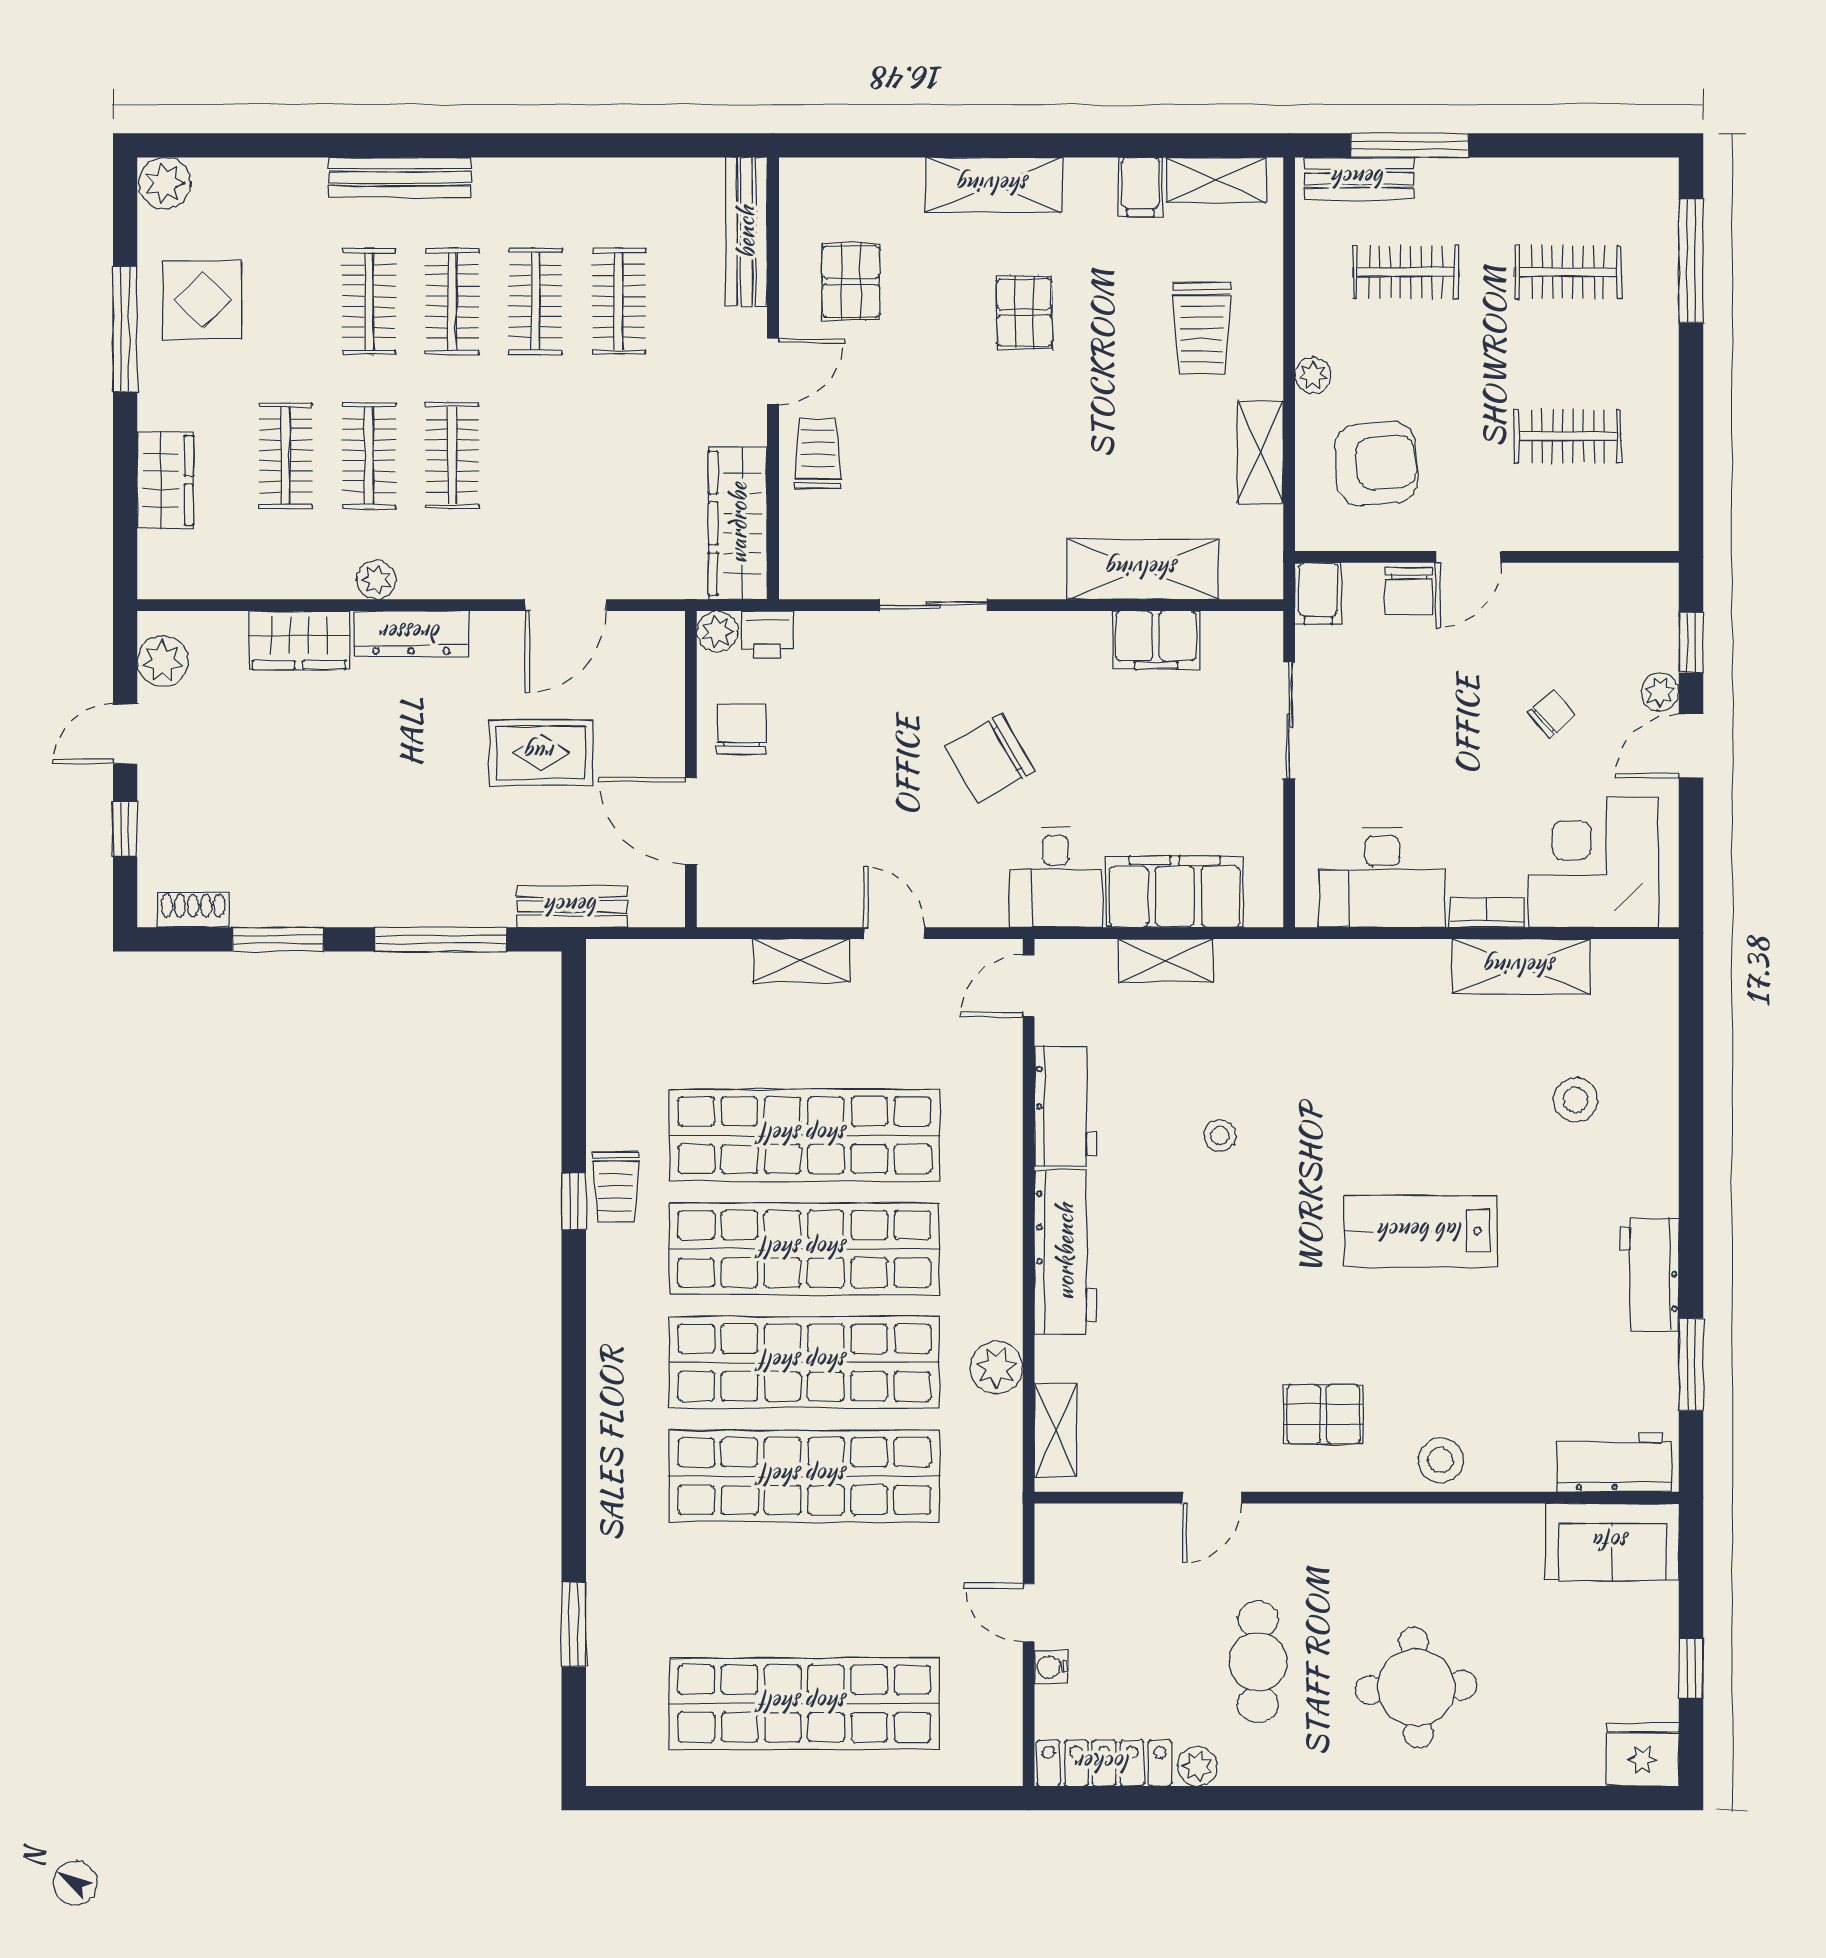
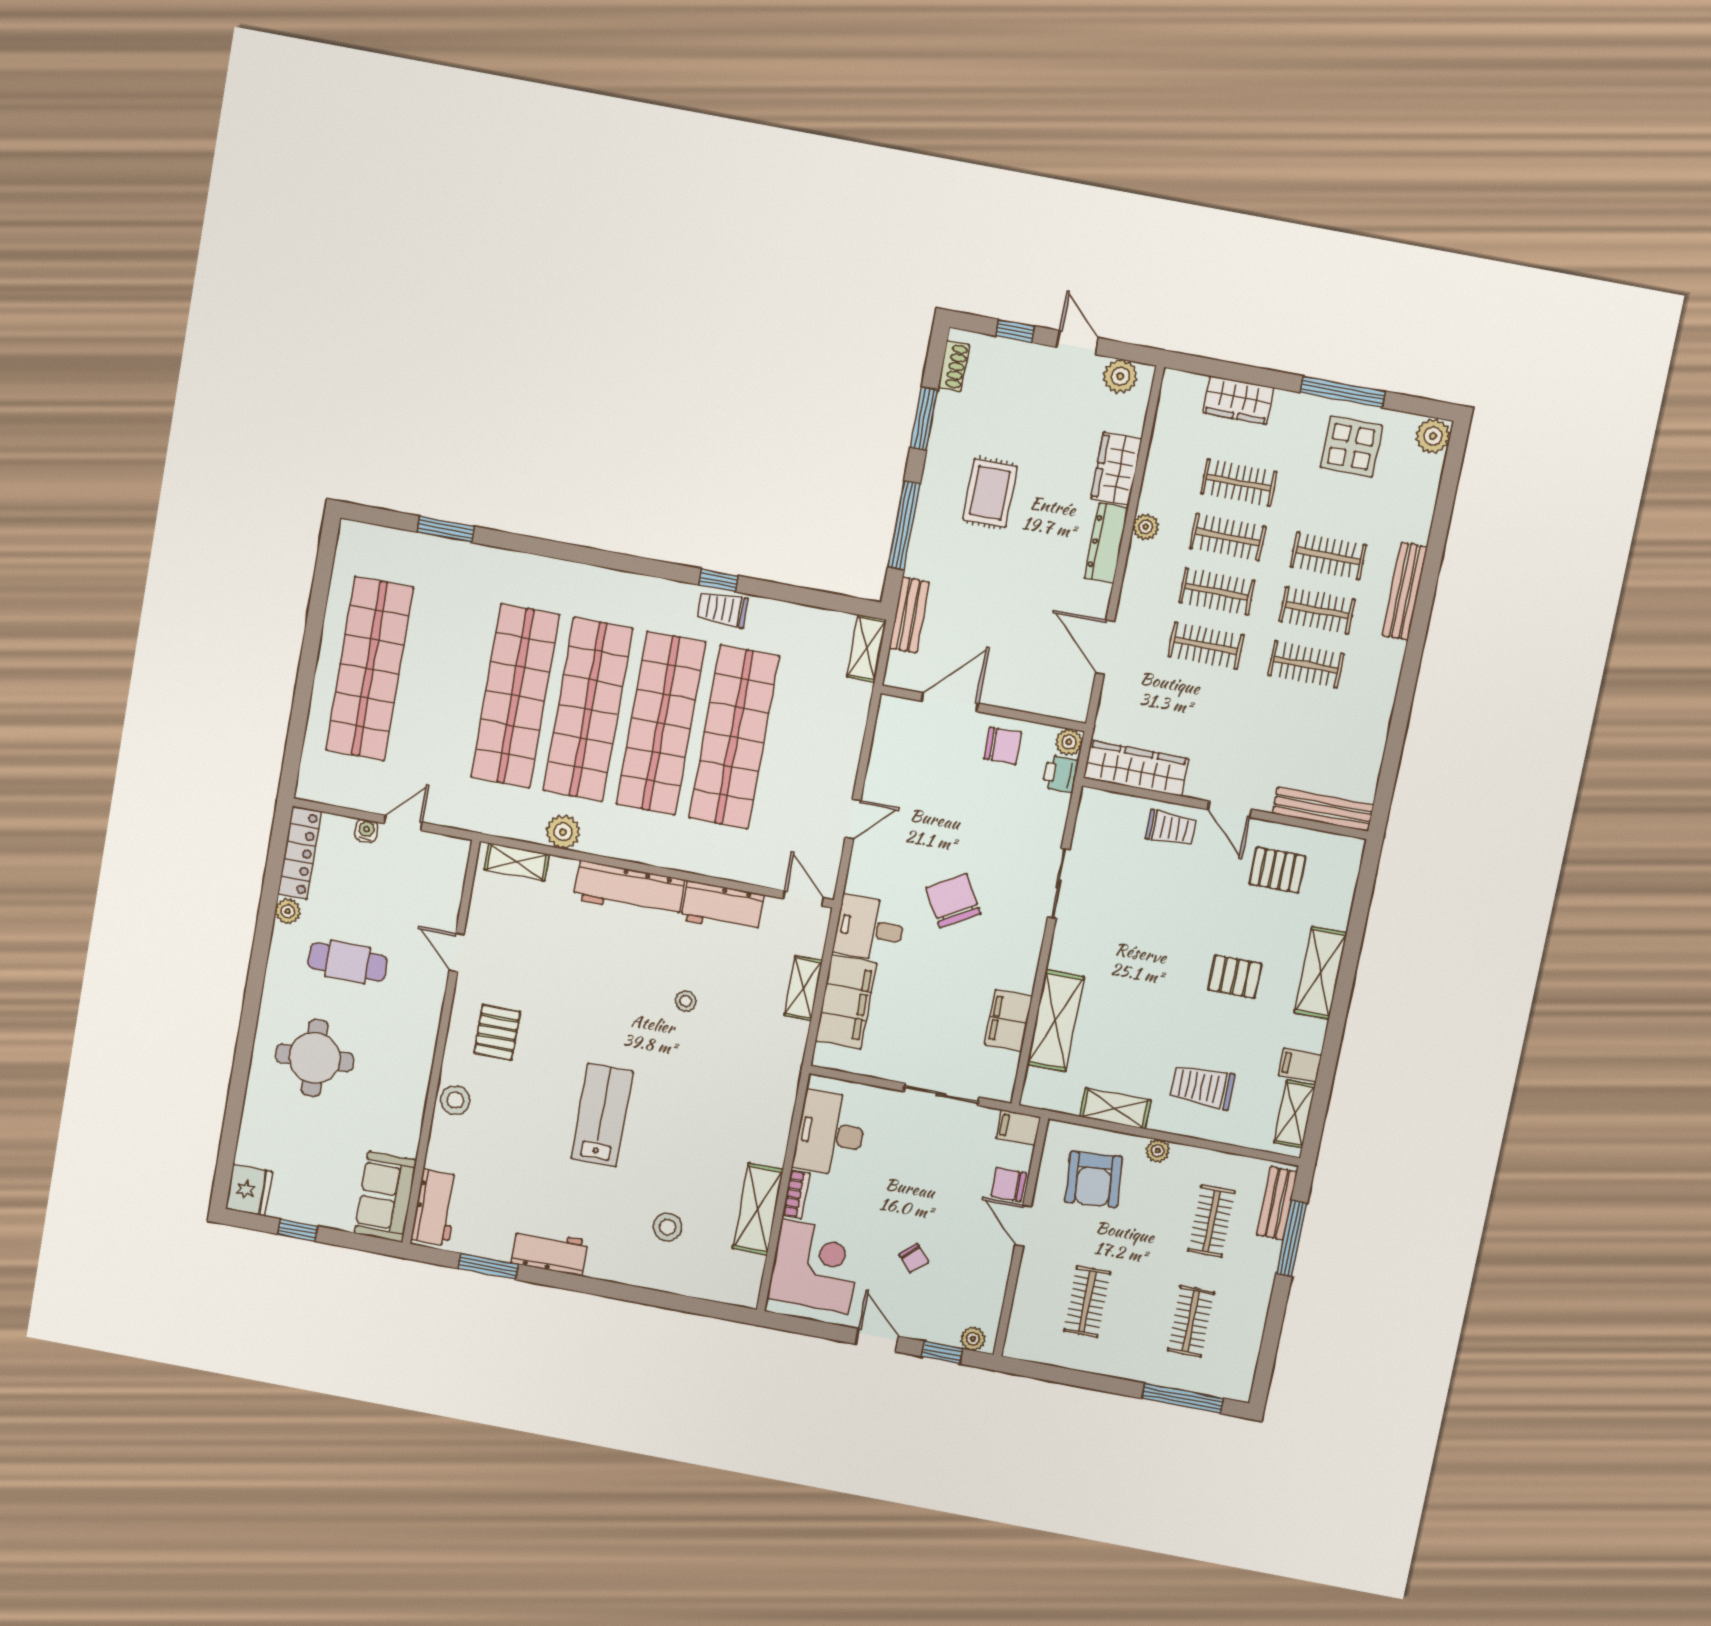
clothes rail: (619, 301) -> (1206, 646), moved
plant: (1660, 692) -> (973, 1339), moved
rug: (541, 753) -> (990, 493), moved
shelving: (802, 961) -> (867, 648), moved

